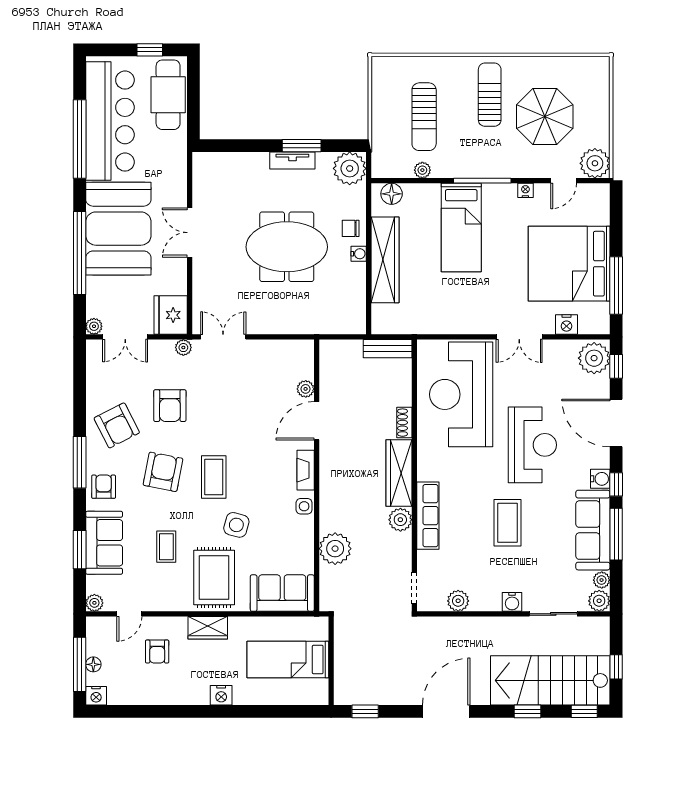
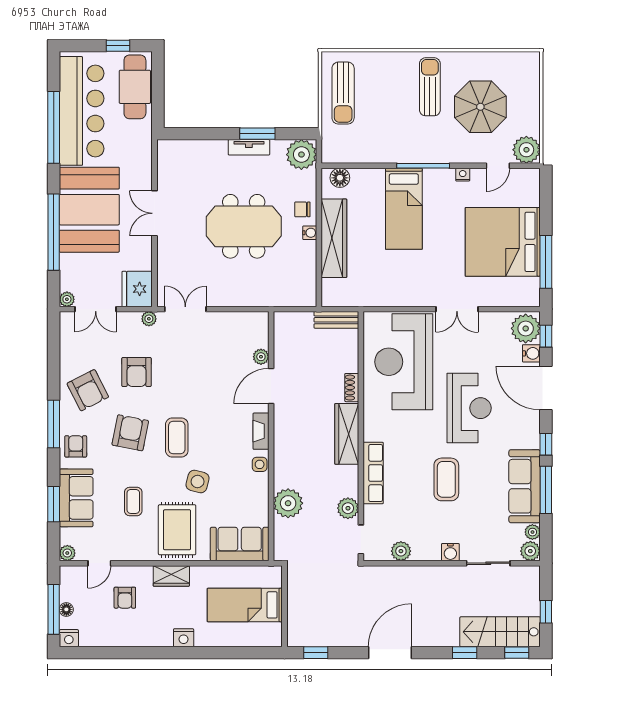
sun lounger: (424, 117) -> (343, 93), moved
plant: (422, 170) -> (368, 156), removed
nightstand: (567, 324) -> (500, 298), removed
water cooler: (600, 479) -> (531, 353), moved
plant: (400, 520) -> (348, 508), moved
stairs: (550, 680) -> (500, 632), width x0.73, depth x0.66

